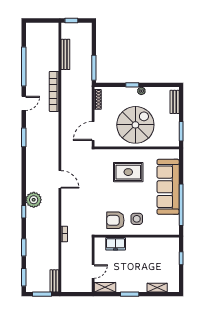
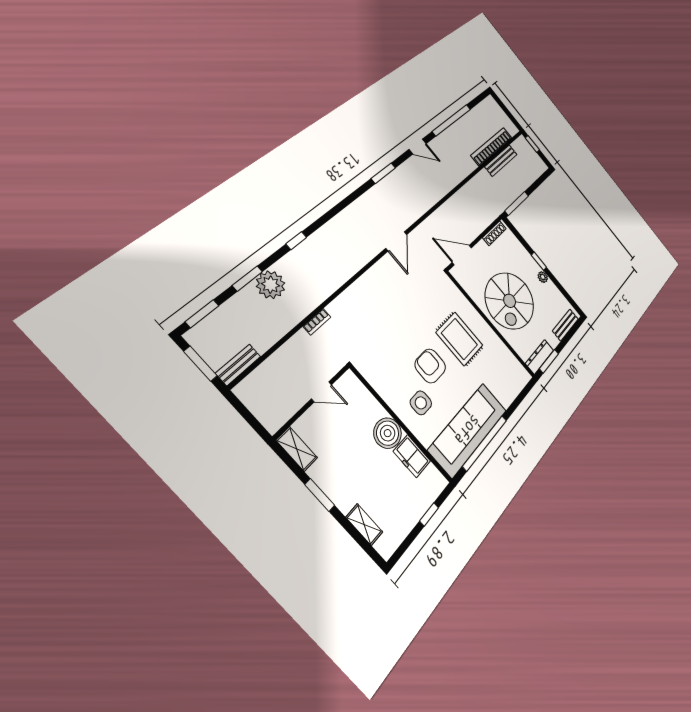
bookcase: (54, 91) -> (492, 146), moved
spiral stairs: (135, 125) -> (510, 301), turned 90
dresser: (174, 135) -> (540, 357), added
door: (60, 179) -> (396, 241), moved
sofa: (168, 187) -> (468, 430), moved
plant: (34, 200) -> (271, 285), moved
armchair: (115, 220) -> (430, 366), moved
freezer: (116, 244) -> (412, 456), moved
boiler: (134, 246) -> (388, 433), added
door: (93, 271) -> (321, 392), moved

